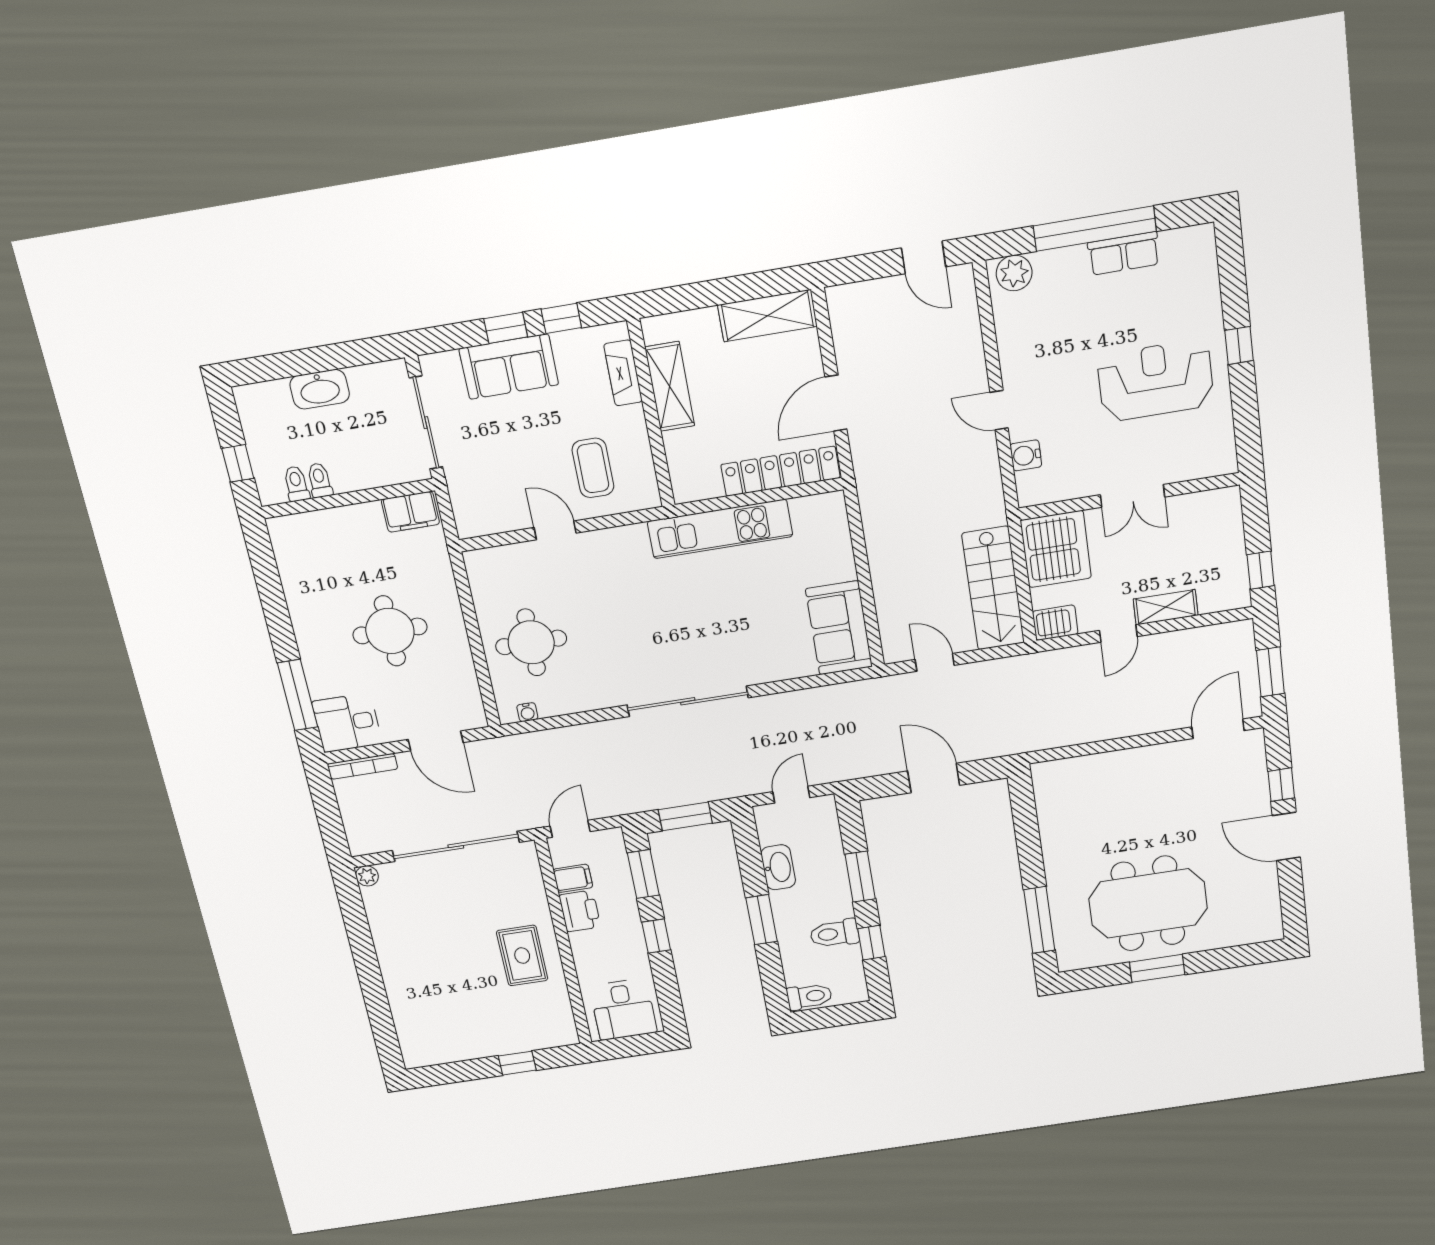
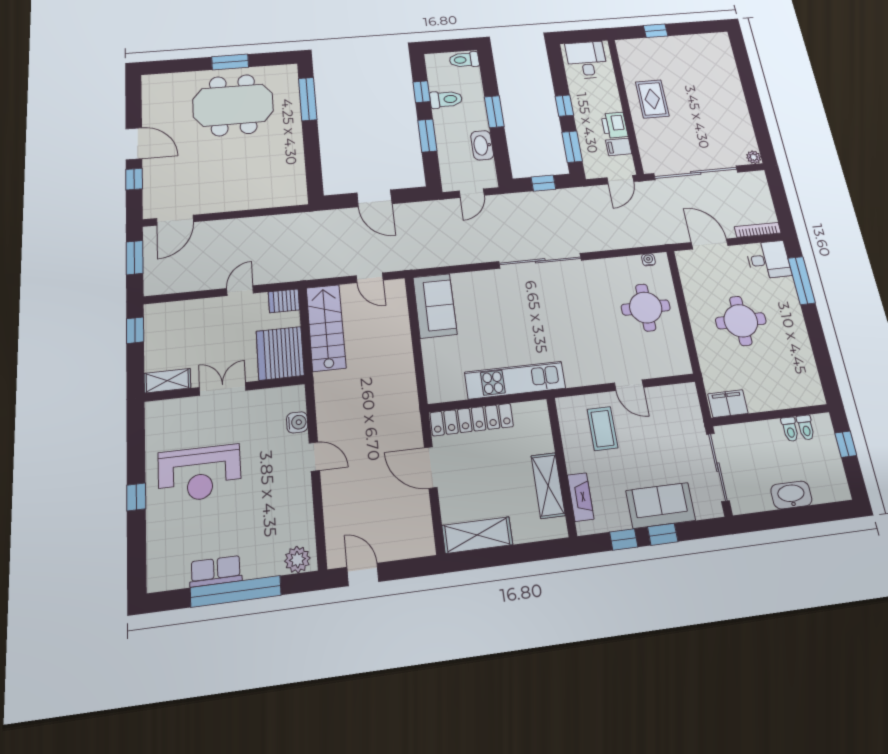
door: (836, 403) -> (431, 467), swing flipped
shelving: (1166, 607) -> (167, 381), moved
window: (685, 816) -> (543, 183), width x0.67

